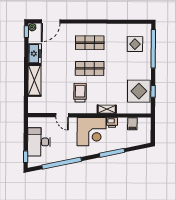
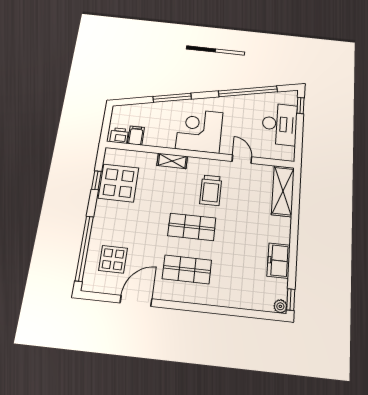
door: (51, 21) -> (136, 301), moved
shelving: (34, 80) -> (283, 191), moved
printer: (112, 122) -> (119, 136), moved

